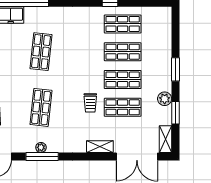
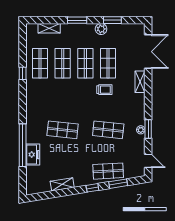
shelving: (165, 139) -> (49, 28), moved
window: (42, 156) -> (148, 129), width x0.69

